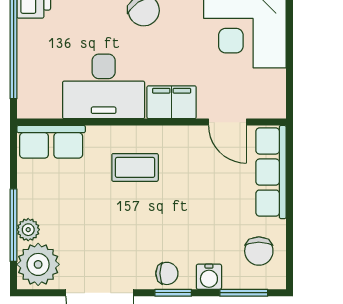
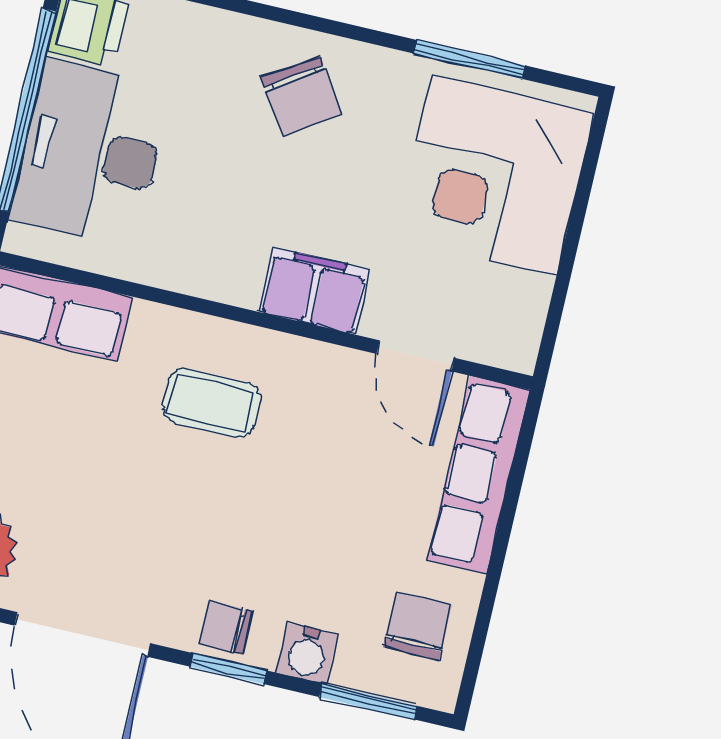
desk: (104, 86) -> (90, 153), moved, turned 90
chair: (259, 251) -> (418, 626), turned 180
chair: (167, 273) -> (225, 628), turned 180

